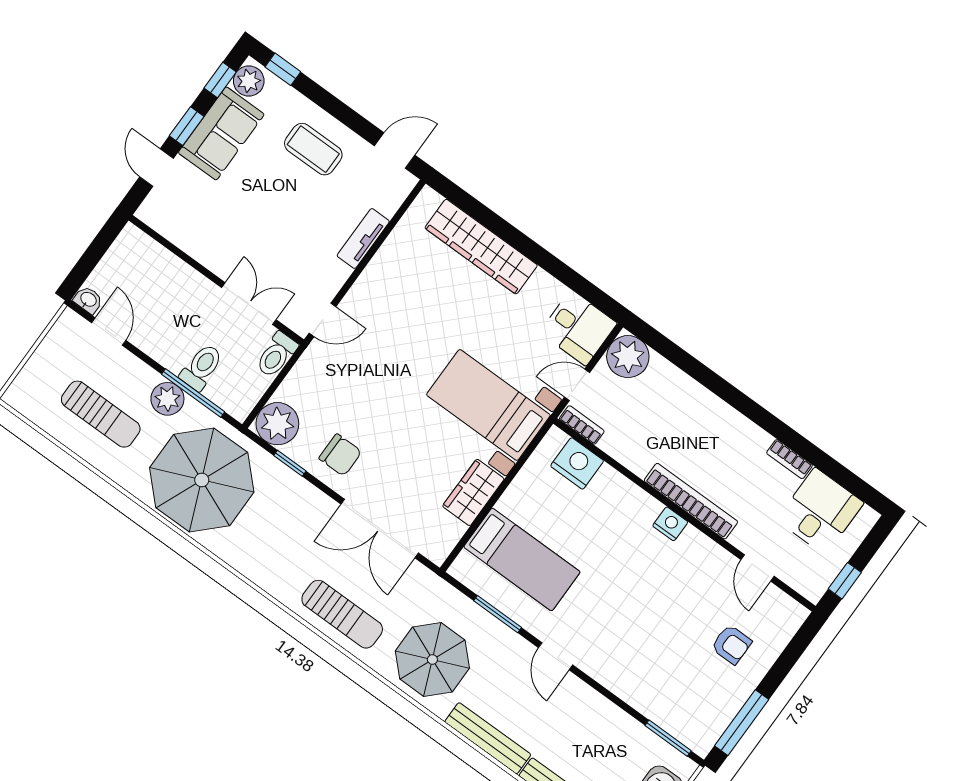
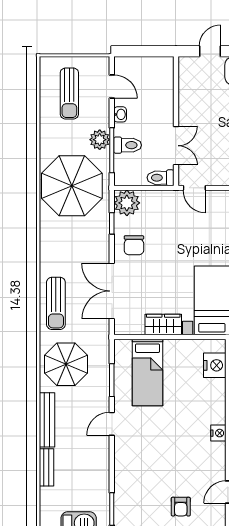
washbasin: (88, 300) -> (120, 114), moved
door: (109, 332) -> (112, 87), hinge flipped
sun lounger: (101, 414) -> (69, 93), moved

